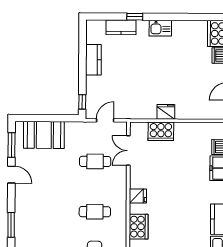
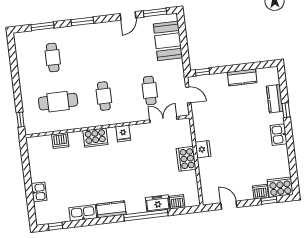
cooker: (161, 131) -> (186, 159), moved

